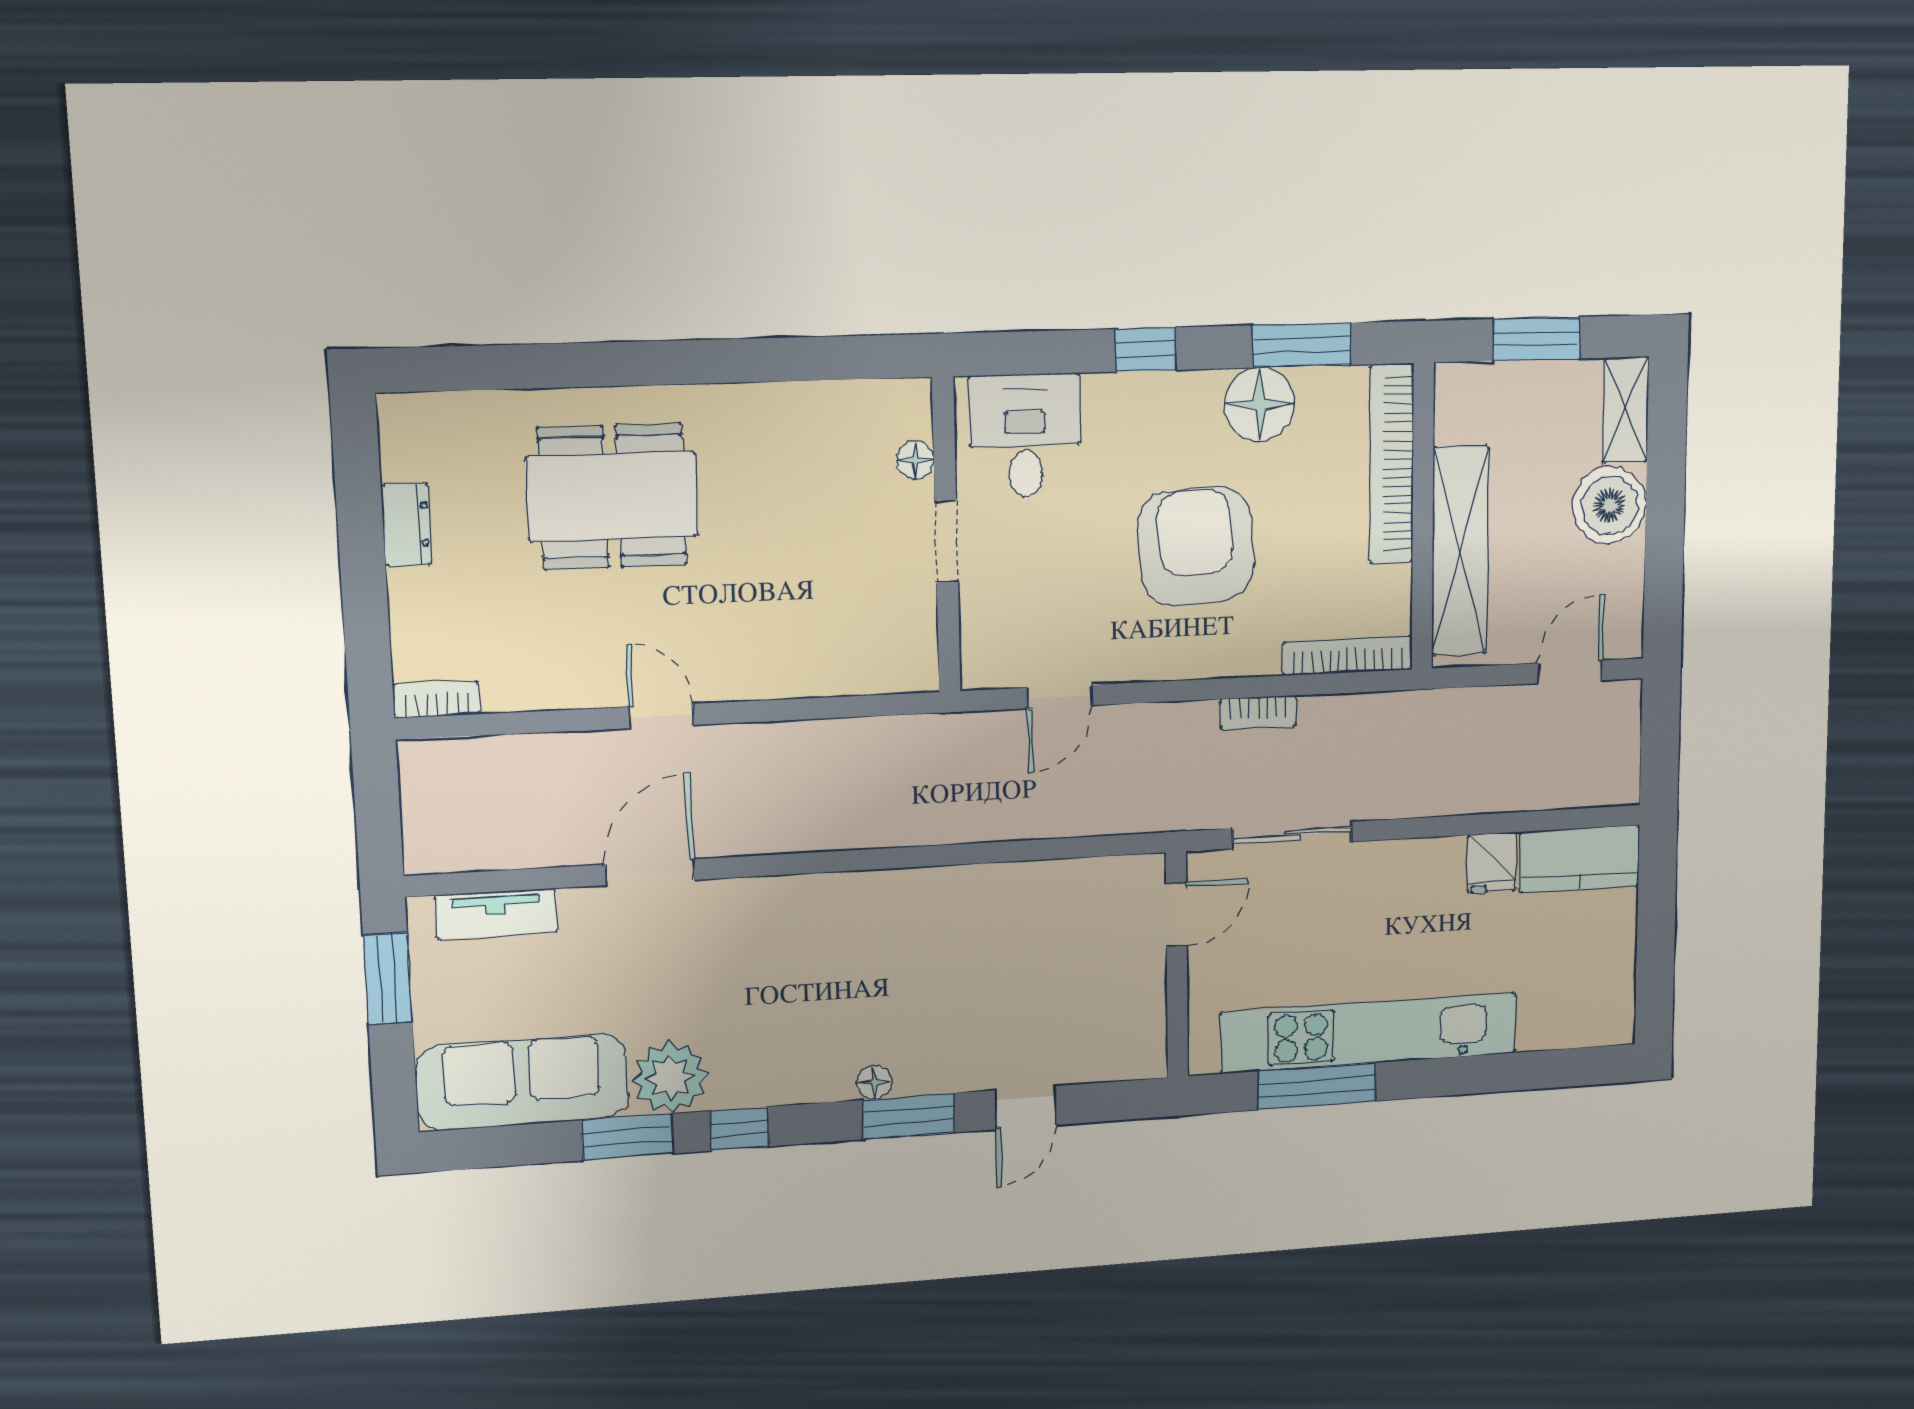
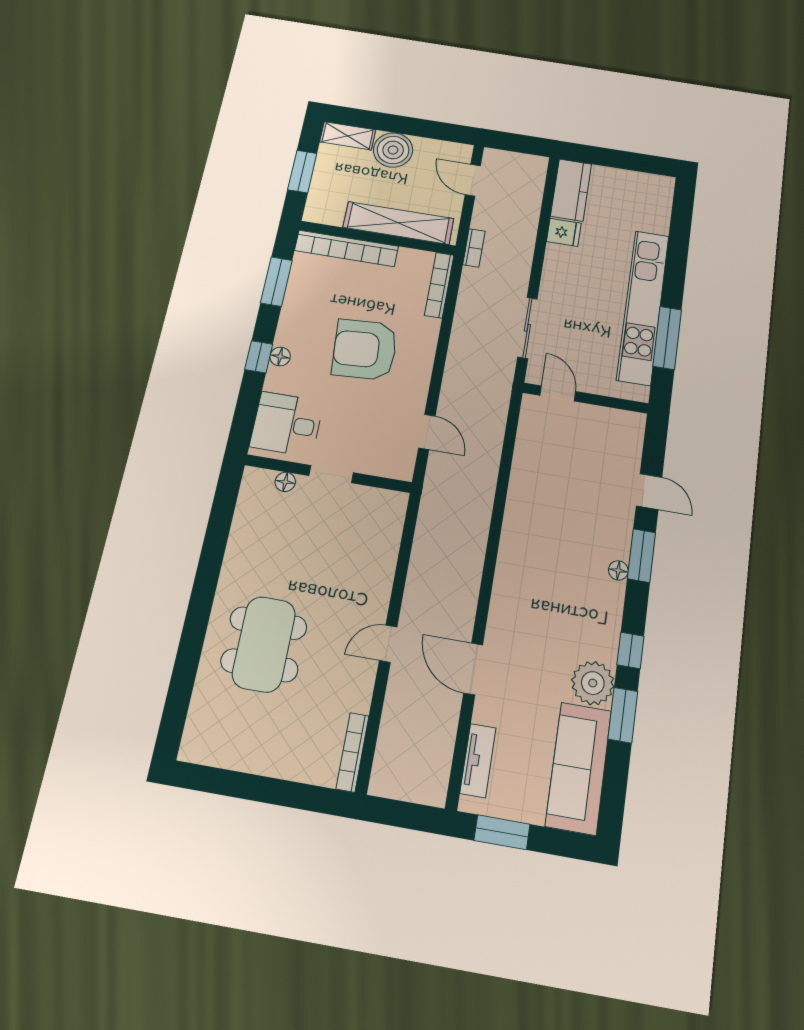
floor lamp: (1260, 404) -> (280, 356), moved, width x0.53, depth x0.53
dresser: (406, 525) -> (251, 760), removed
bookcase: (437, 700) -> (353, 752), width x1.56
bookcase: (1258, 713) -> (474, 248), moved

